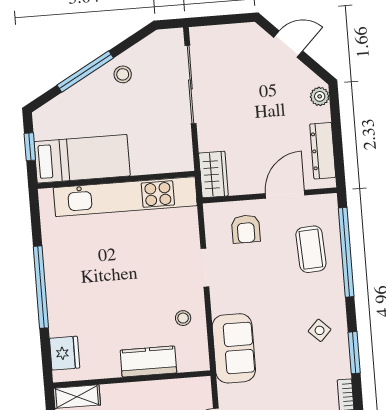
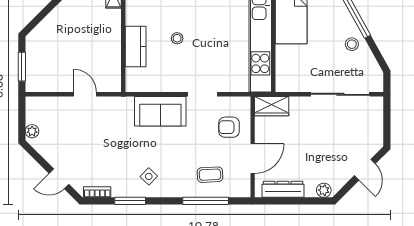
door: (285, 194) -> (253, 159), hinge flipped
coffee table: (311, 249) -> (210, 175), width x0.73, depth x0.77
window: (346, 252) -> (206, 201), width x0.68
stool: (183, 318) -> (177, 38), moved
sofa: (234, 348) -> (160, 111), moved

